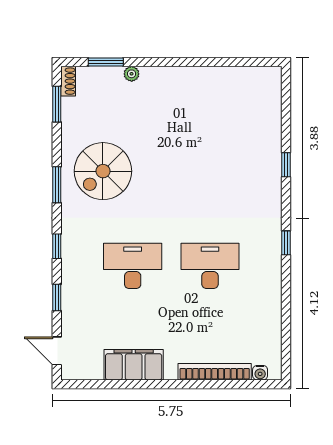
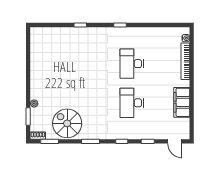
spiral stairs: (103, 171) -> (67, 123), moved, turned 180
door: (57, 351) -> (175, 141), hinge flipped

